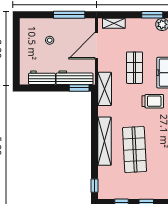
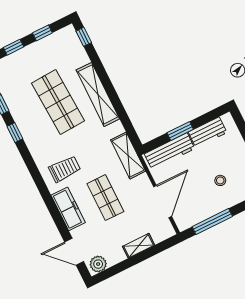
window: (152, 15) -> (115, 270), removed
shelving: (114, 23) -> (139, 246), moved
window: (79, 88) -> (180, 131), moved
trolley: (153, 101) -> (65, 169), turned 180

